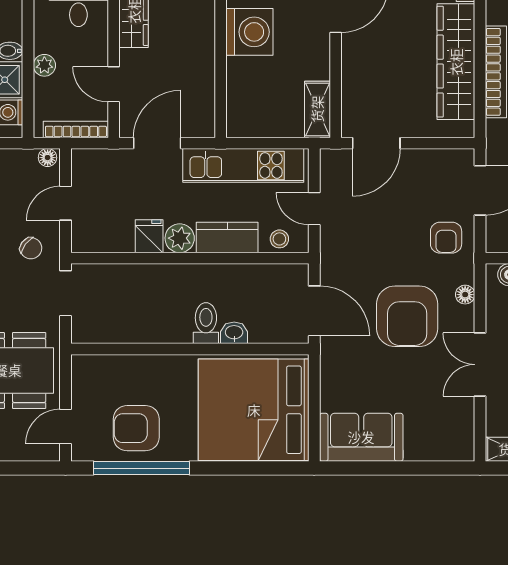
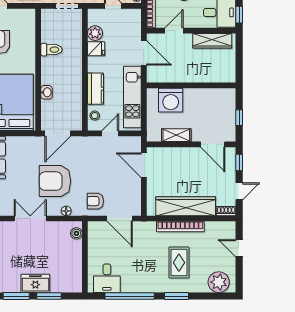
washing machine: (249, 32) -> (171, 100), moved
shelving: (317, 109) -> (176, 135), moved
plant: (180, 238) -> (95, 33), moved
toilet: (206, 323) -> (51, 50), moved

